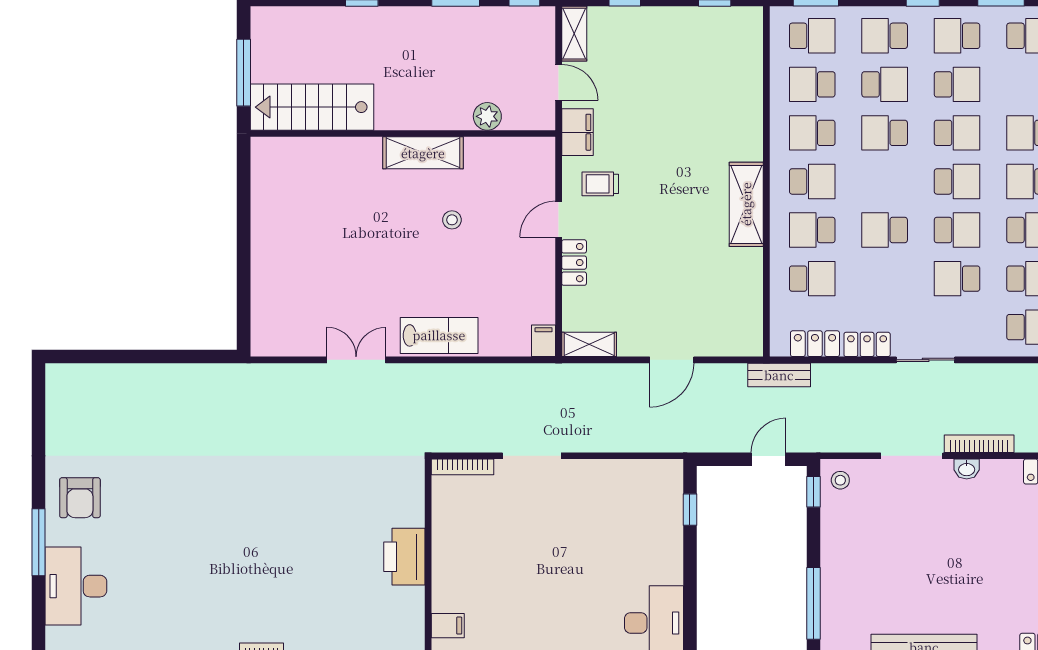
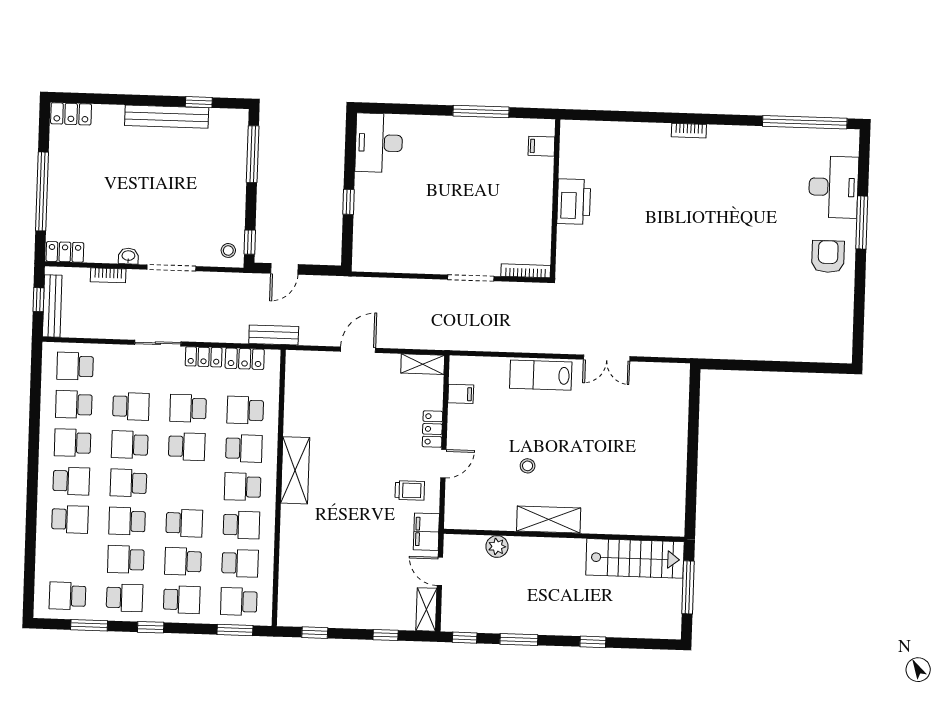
school desk: (885, 279) -> (188, 408), added
filing cabinet: (544, 341) -> (461, 394), moved, turned -90
bookcase: (979, 444) -> (108, 275), width x0.64
window: (690, 510) -> (349, 202), moved

